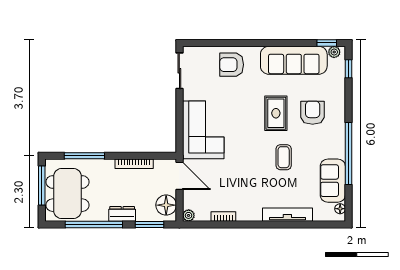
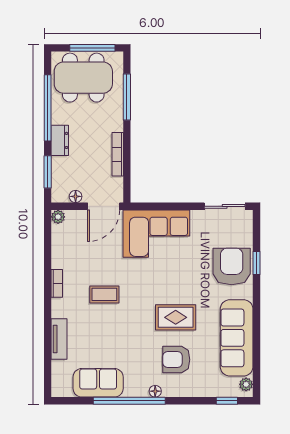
window: (327, 43) -> (256, 263), moved
armchair: (232, 65) -> (232, 266), width x1.36, depth x1.36
armchair: (313, 113) -> (176, 360), turned 180
coffee table: (284, 157) -> (104, 294), moved
floor lamp: (166, 205) -> (76, 196), width x0.53, depth x0.53
floor lamp: (340, 209) -> (155, 391), moved
tv unit: (287, 215) -> (59, 339), width x0.71
bookcase: (223, 217) -> (57, 283), moved

